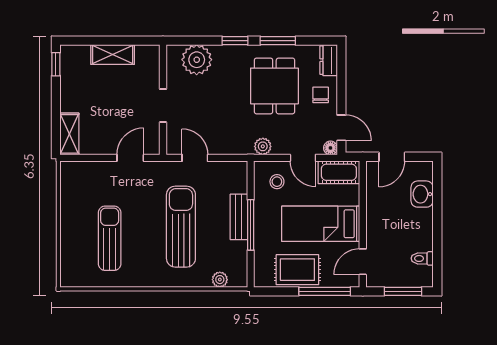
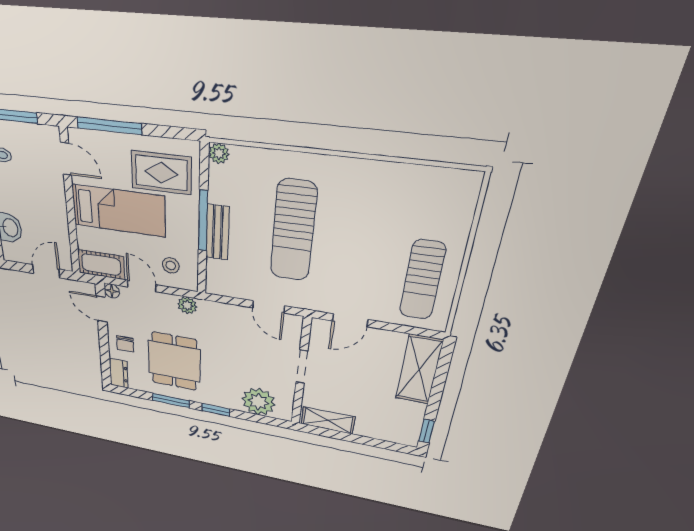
shelving: (113, 54) -> (328, 420), moved
shelving: (69, 134) -> (419, 369), width x1.50, depth x1.33
sun lounger: (110, 238) -> (422, 280), moved
door: (363, 262) -> (66, 159), hinge flipped
rug: (297, 270) -> (161, 173), moved
plant: (220, 280) -> (219, 153), moved

